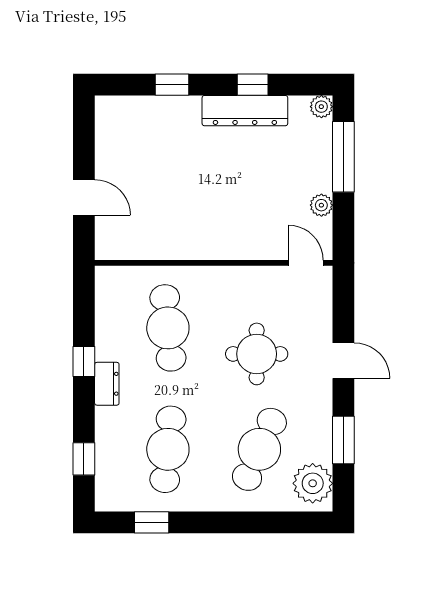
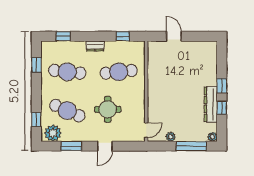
window: (172, 85) -> (222, 86), moved
door: (84, 197) -> (174, 36), swing flipped
window: (84, 361) -> (123, 36), moved
window: (281, 522) -> (36, 120), added

